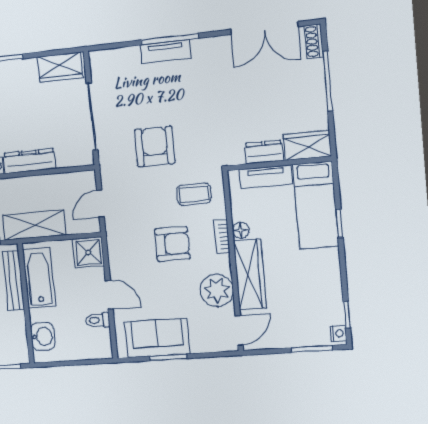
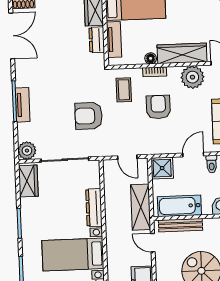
plant: (102, 62) -> (27, 151), added

